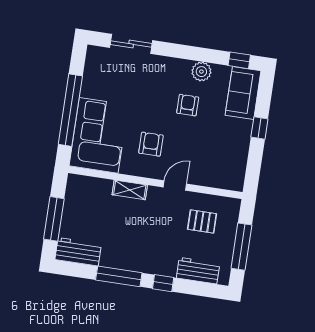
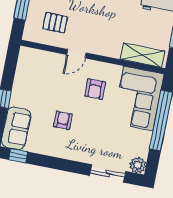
plant: (201, 72) -> (138, 165), moved
armchair: (188, 105) -> (63, 120), turned 180
shelving: (130, 190) -> (142, 55), moved, width x1.50, depth x1.33

